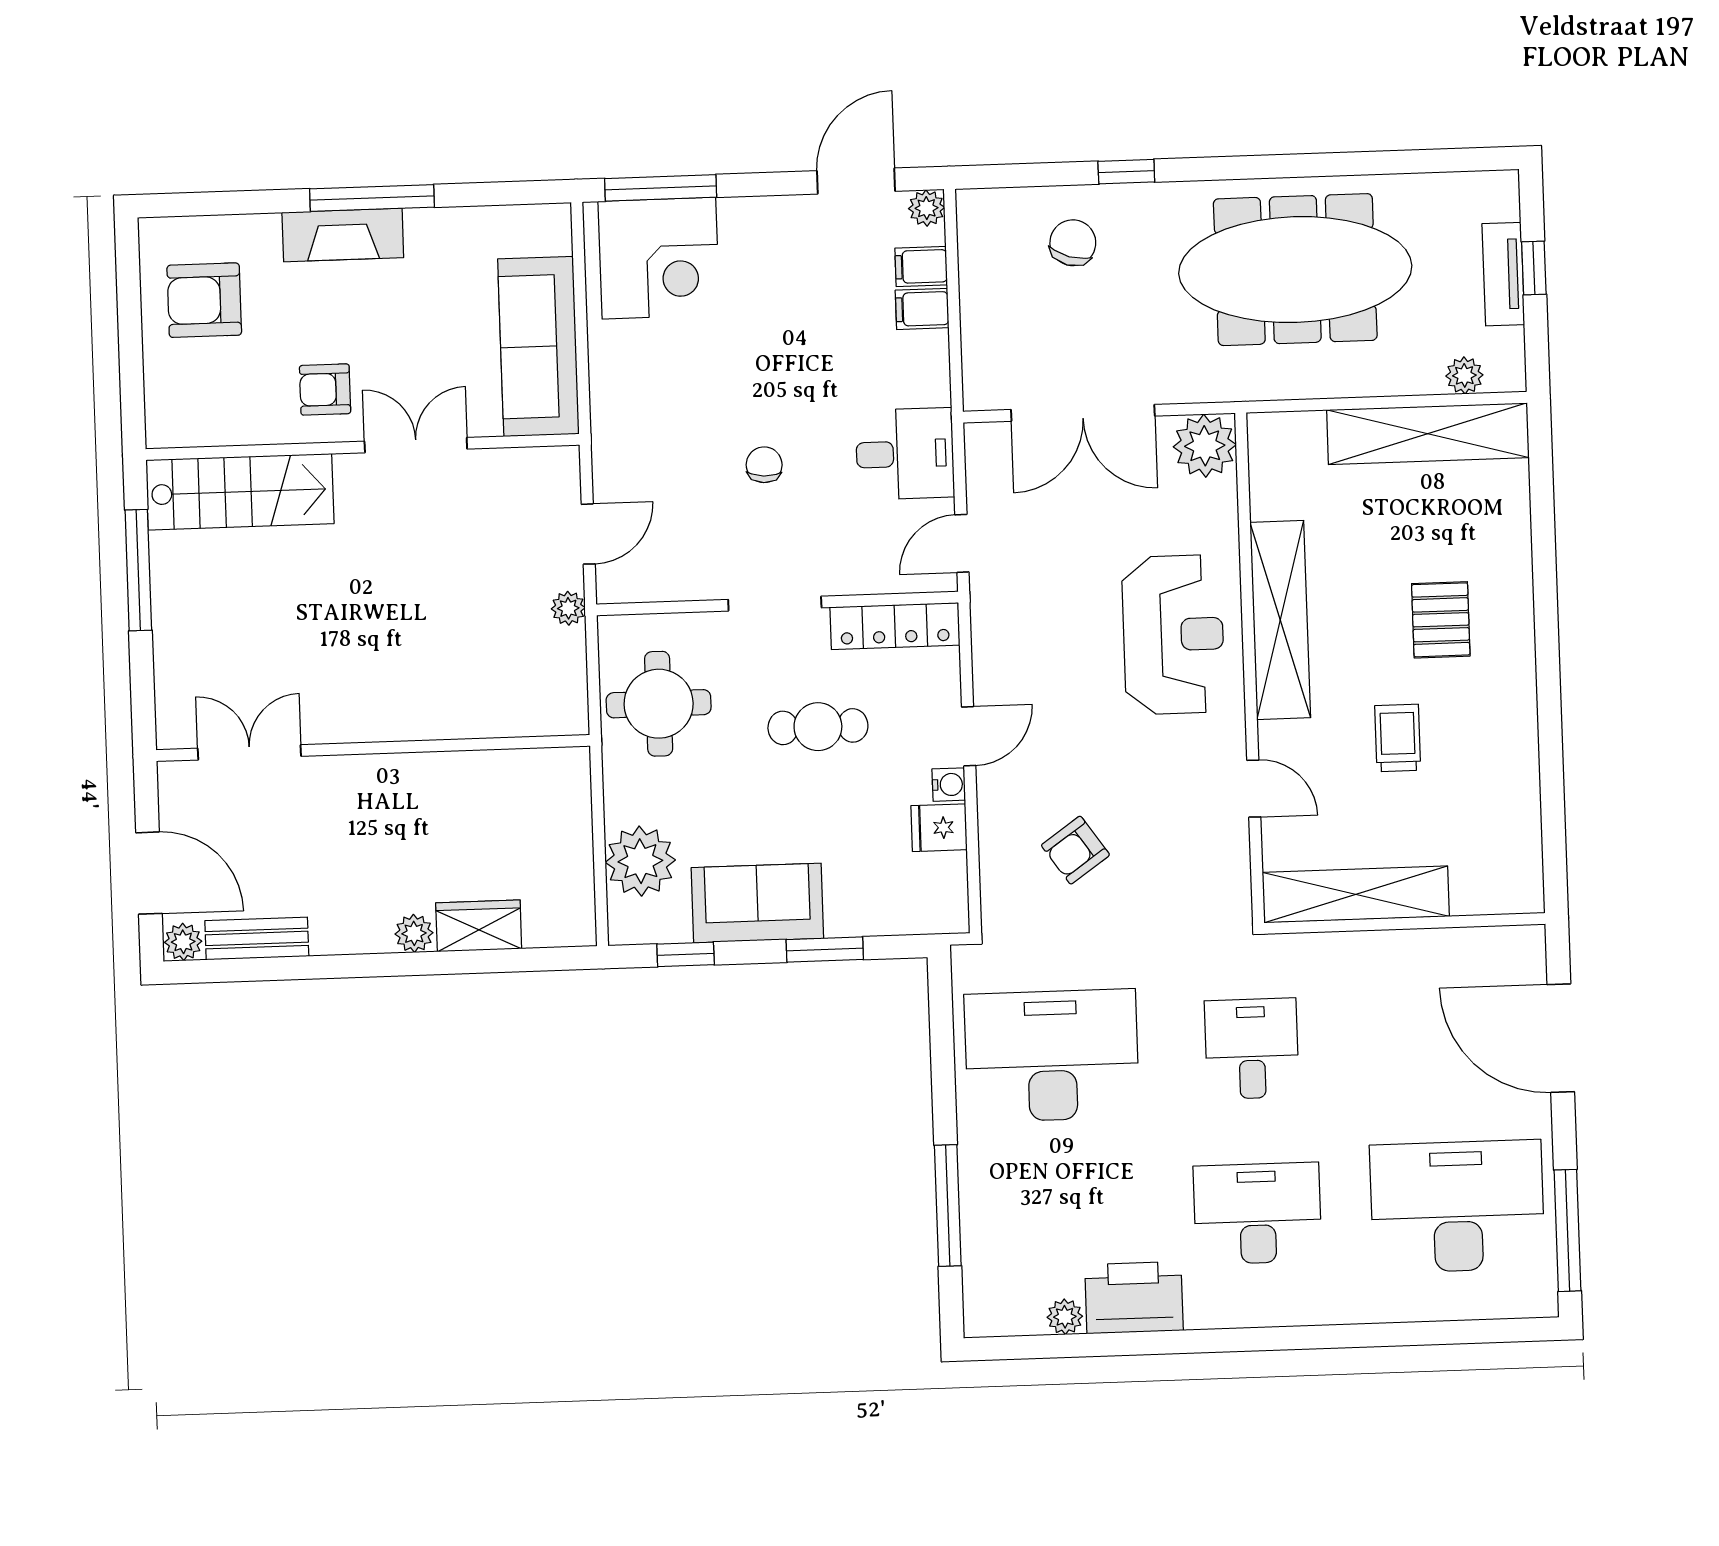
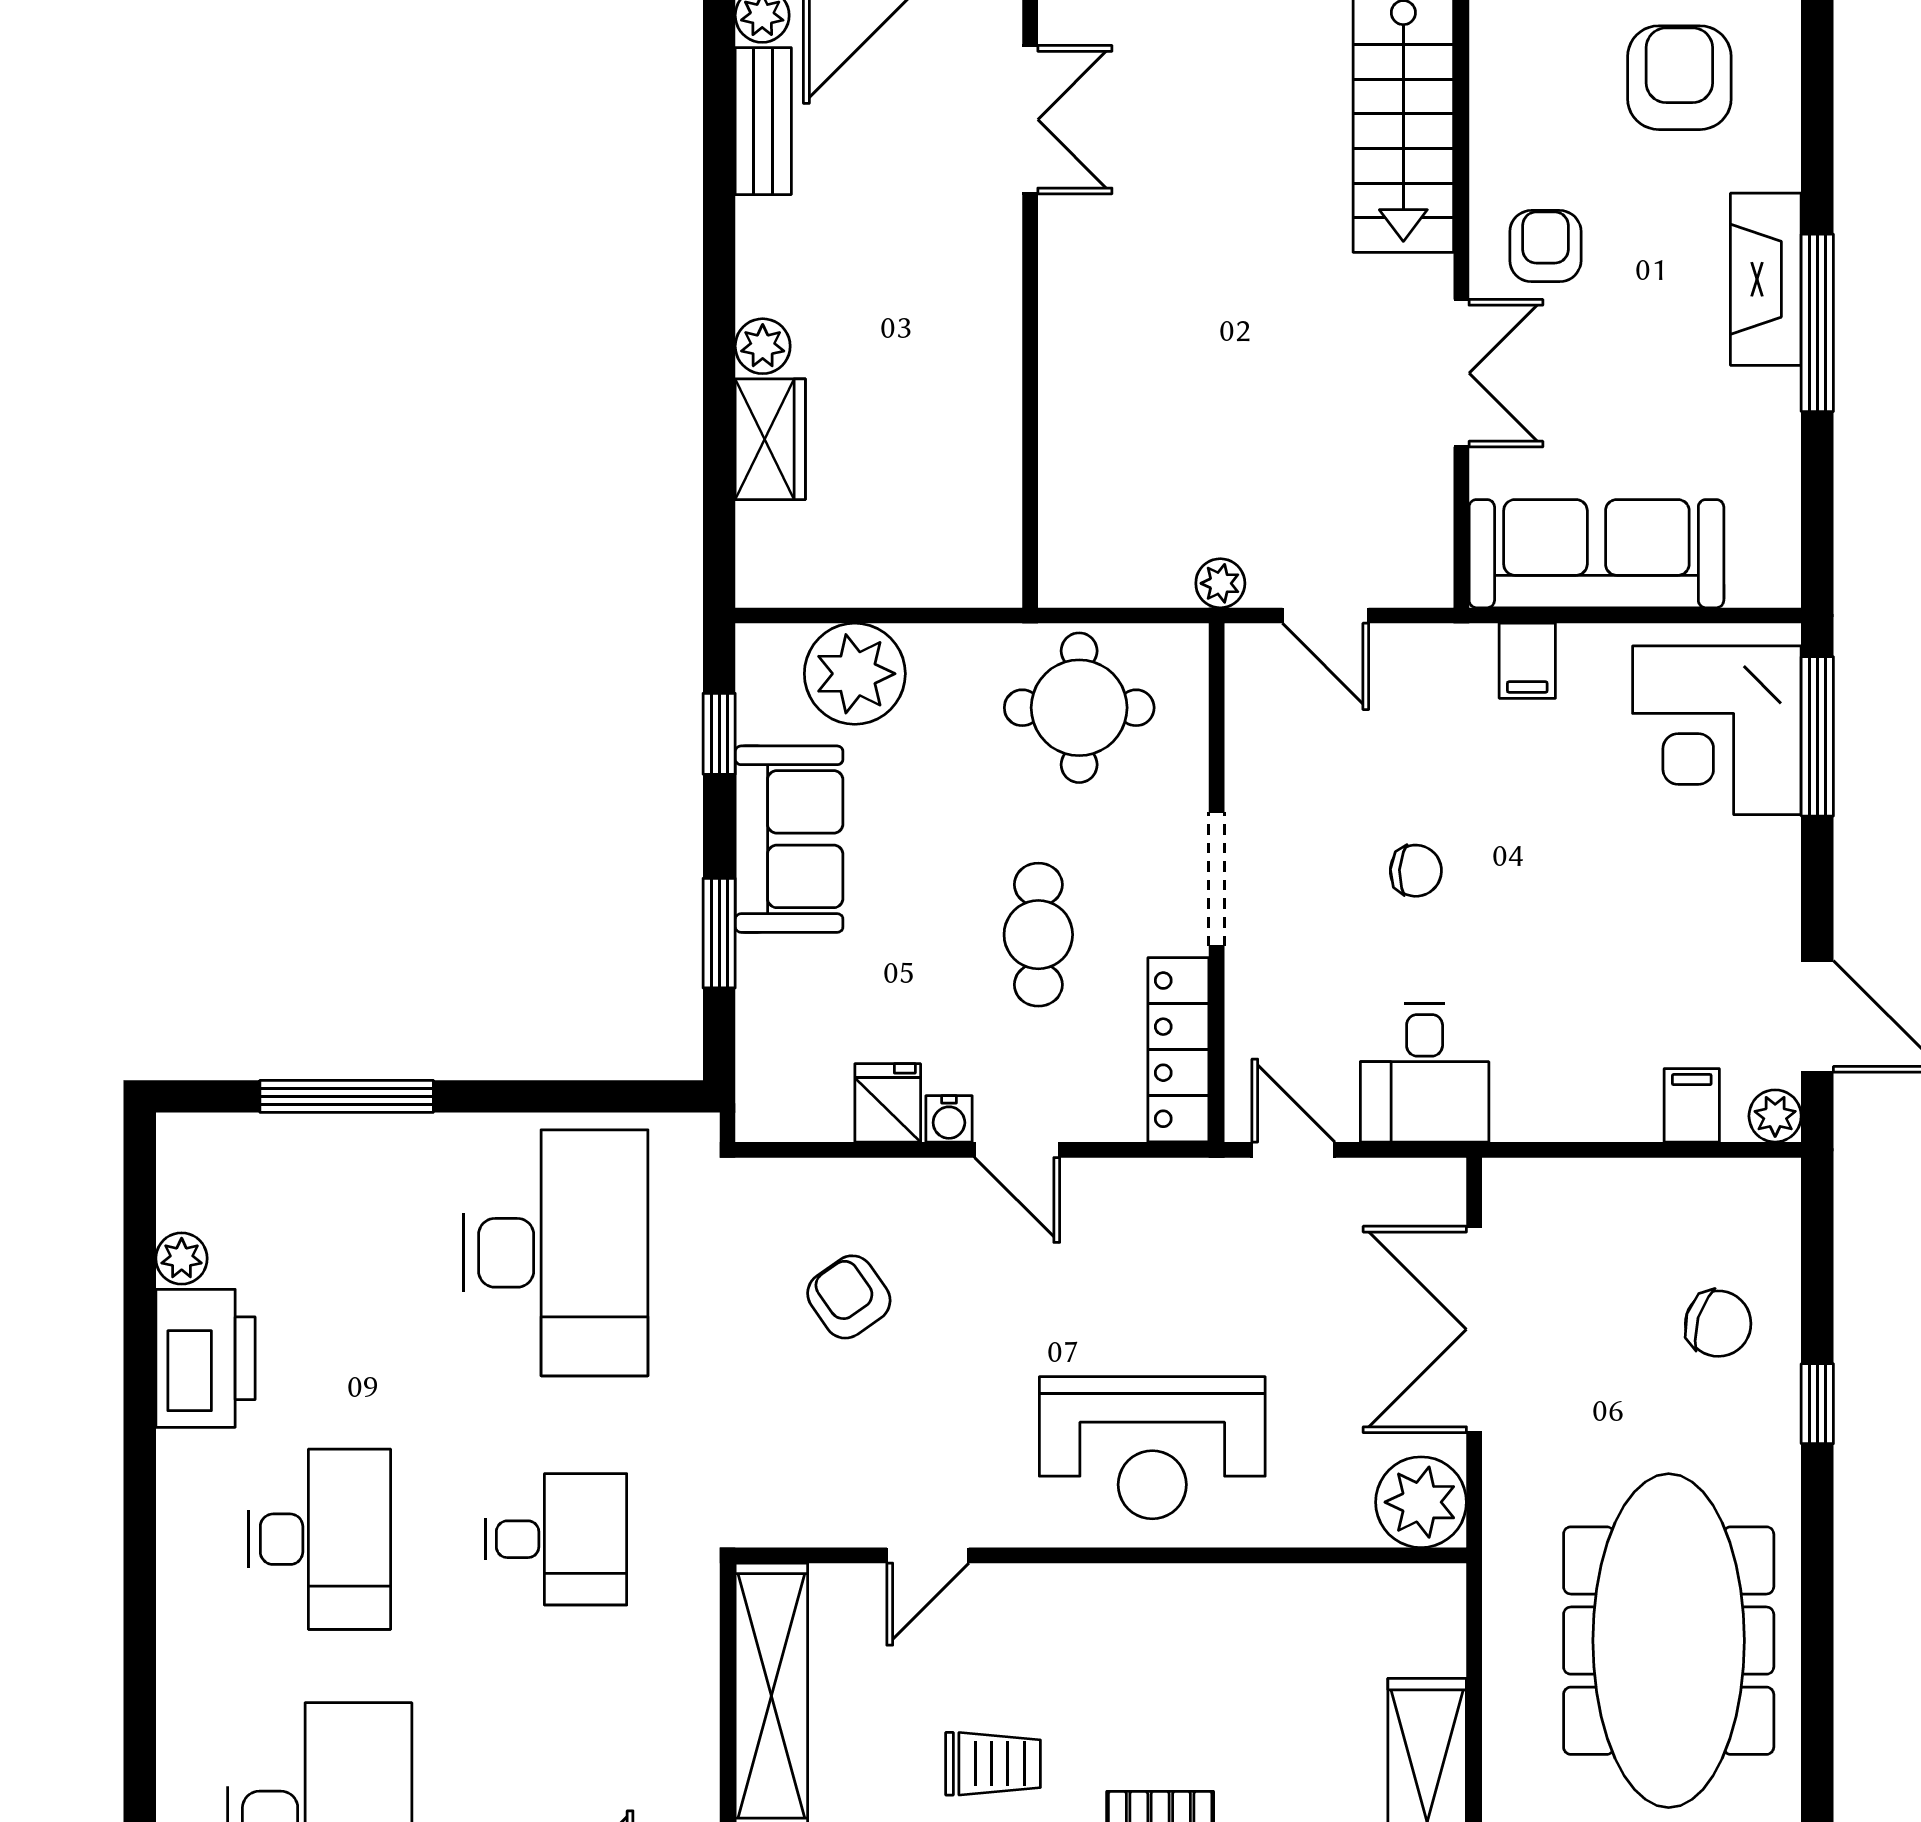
filing cabinet: (922, 309) -> (1527, 661), moved, turned 180
shelving: (1280, 620) -> (1168, 1602), removed

